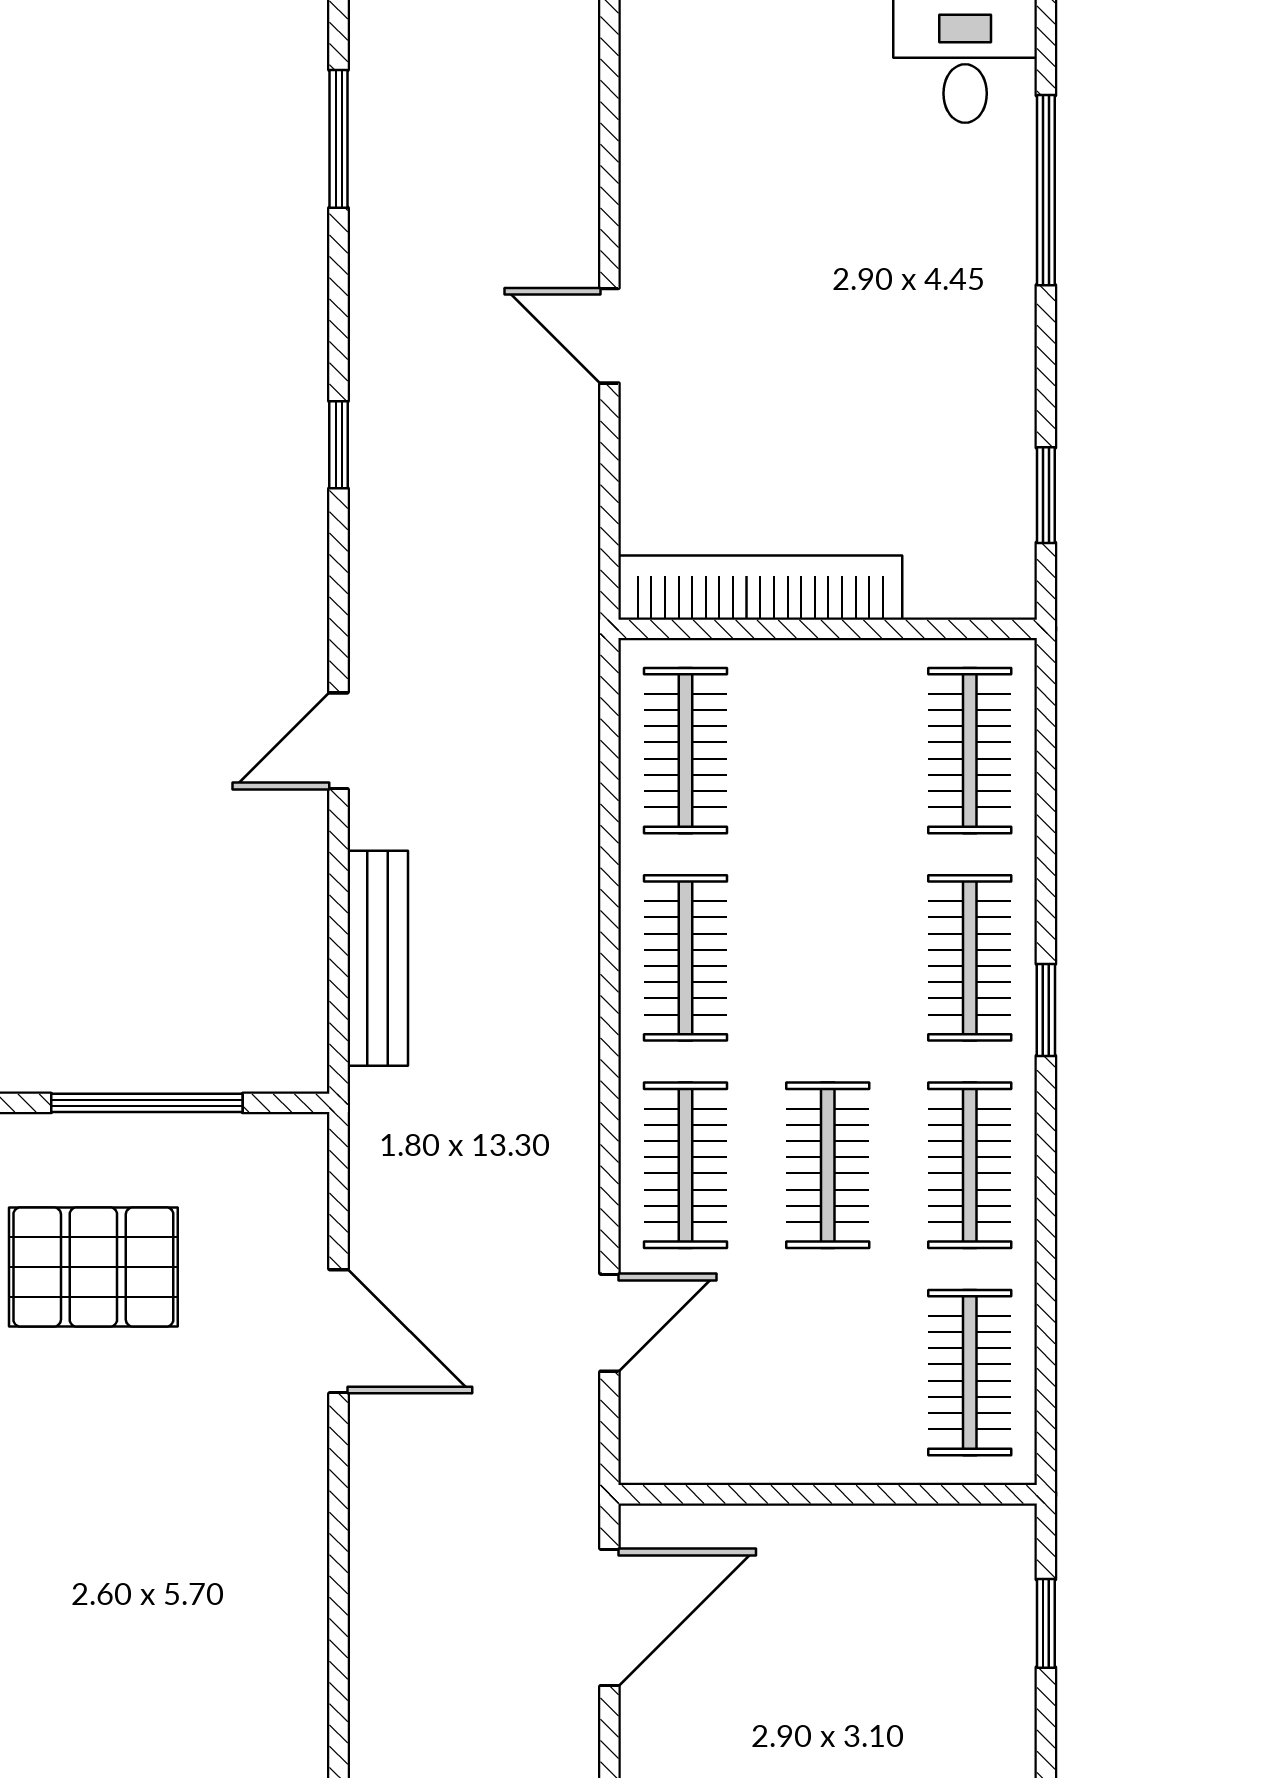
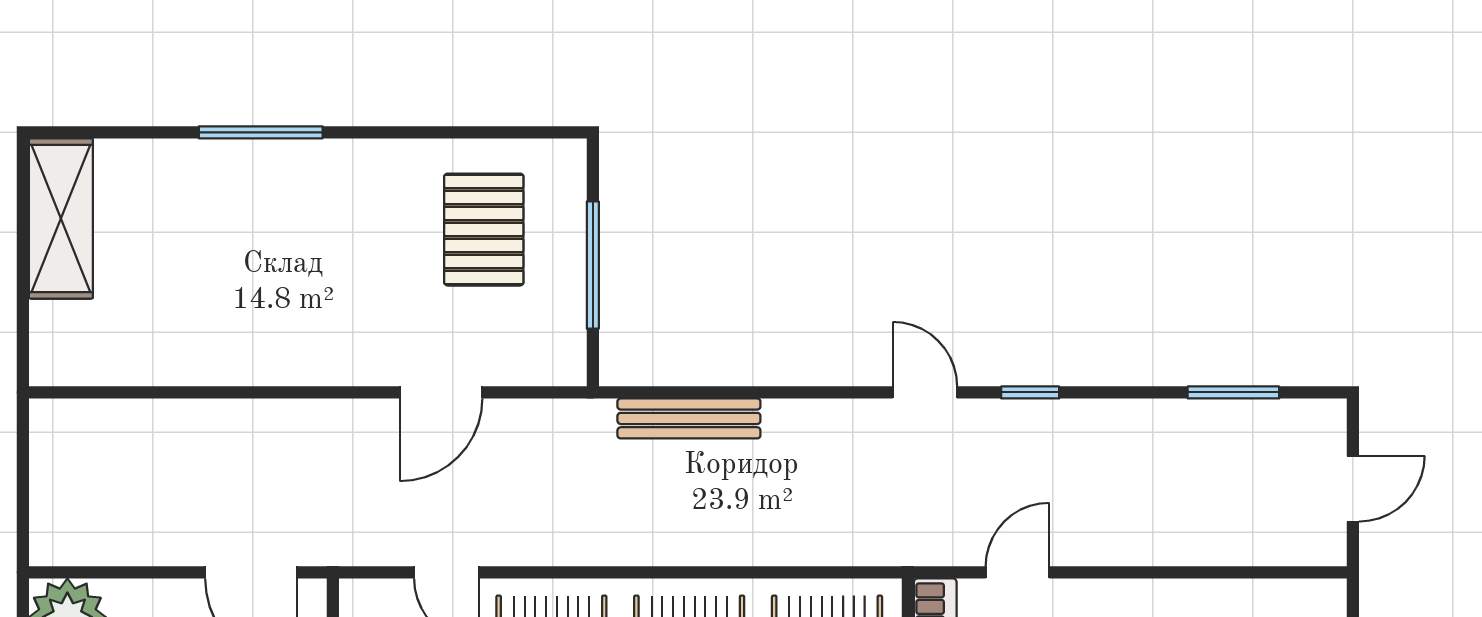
door: (609, 336) -> (1017, 572), moved
door: (339, 741) -> (925, 392), moved

